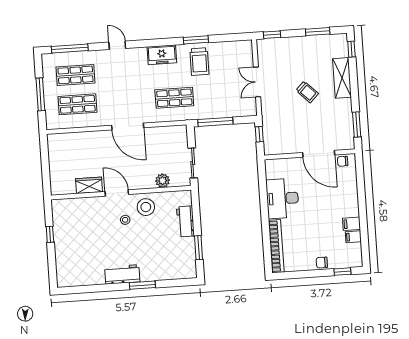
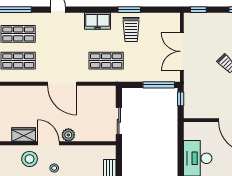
double door: (257, 82) -> (182, 51), width x1.37
window: (215, 122) -> (159, 85), moved
plant: (163, 181) -> (68, 135), moved
stool: (146, 207) -> (30, 159), moved

